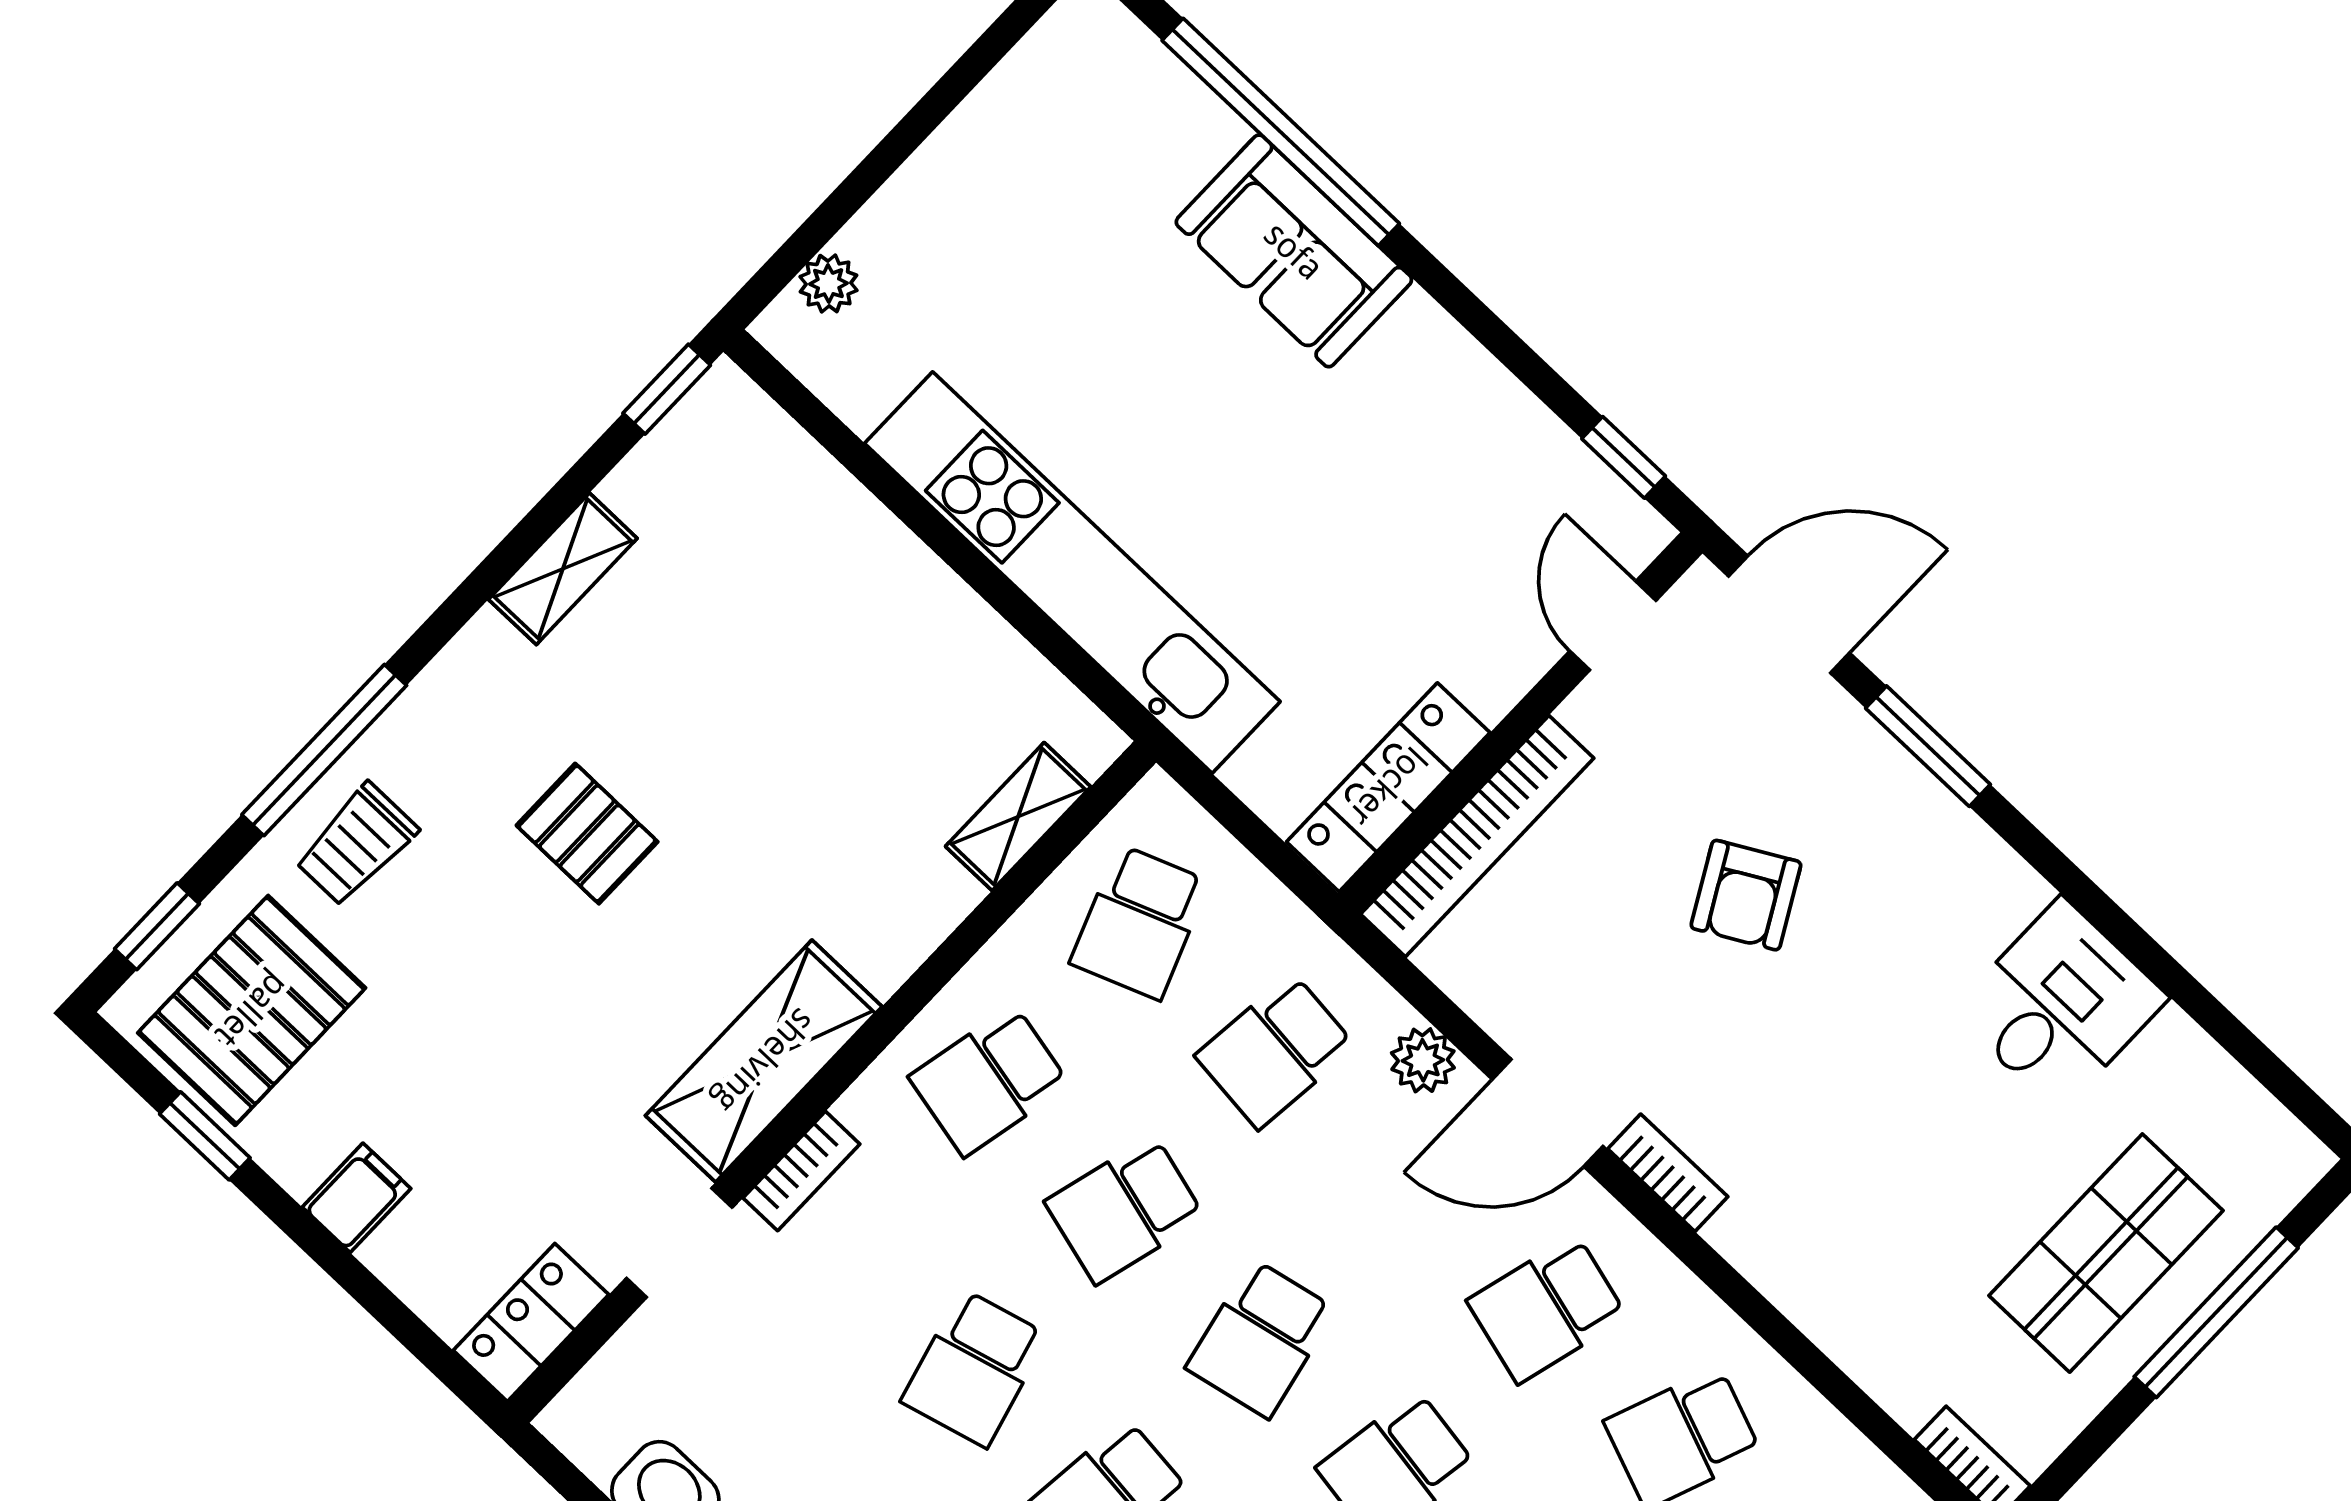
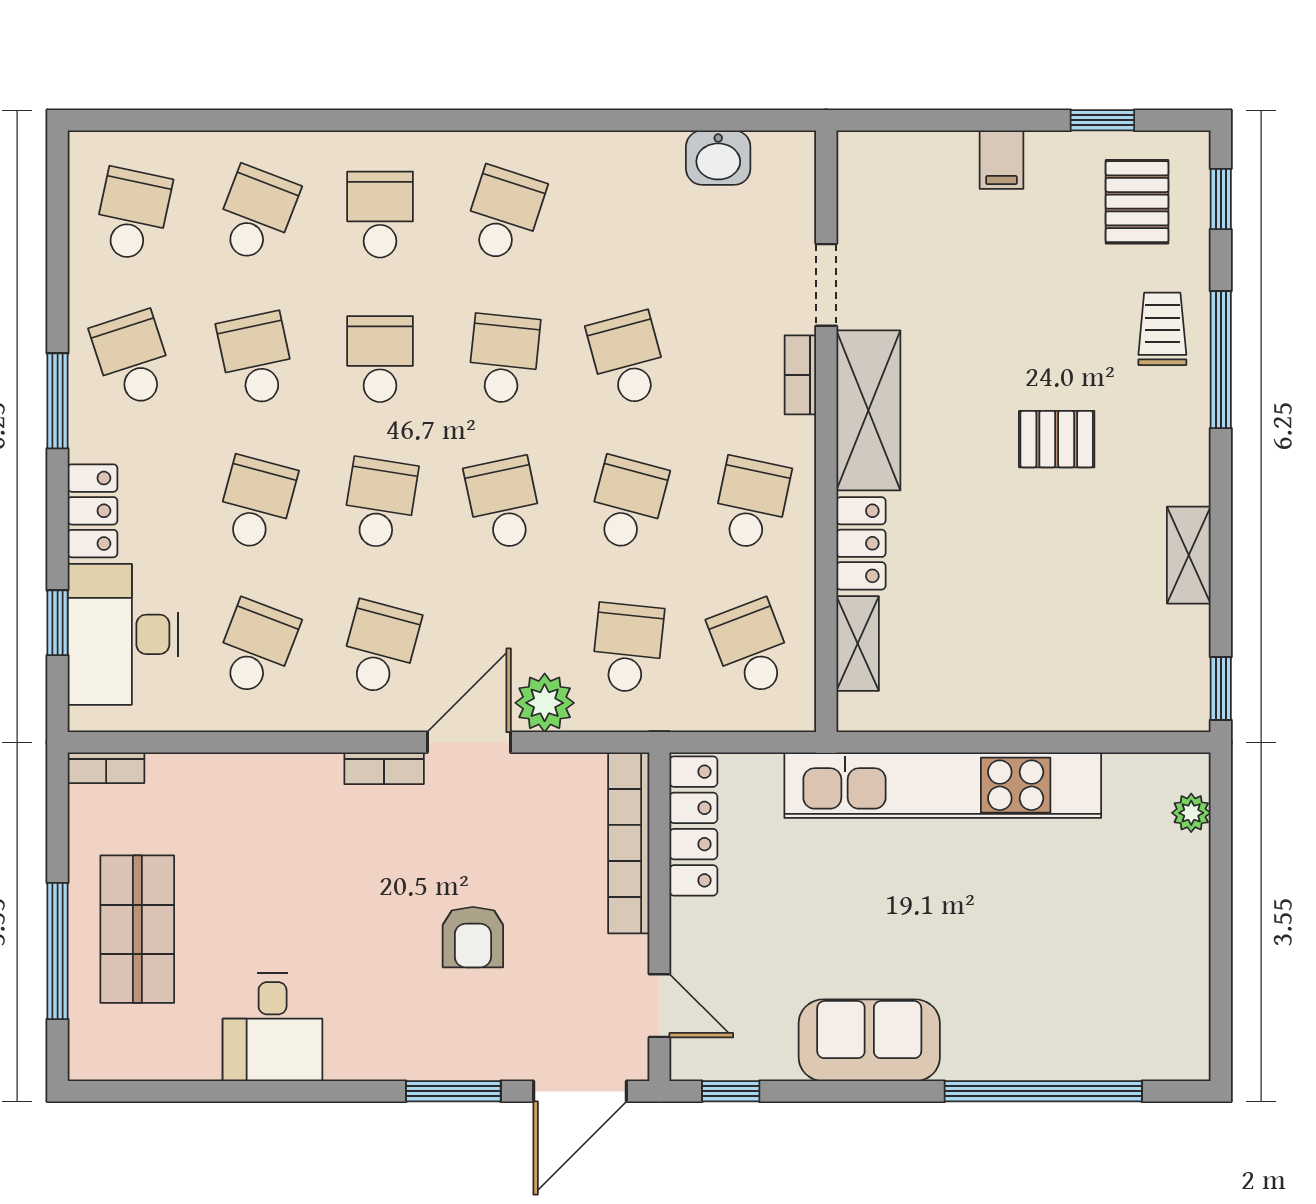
sofa: (1294, 251) -> (869, 1040), moved
armchair: (1746, 895) -> (473, 937), turned -151
pallet: (252, 1010) -> (1137, 202), width x0.67, depth x0.71
plant: (1423, 1060) -> (545, 703), width x1.38, depth x1.38
locker: (531, 1323) -> (861, 543), moved

